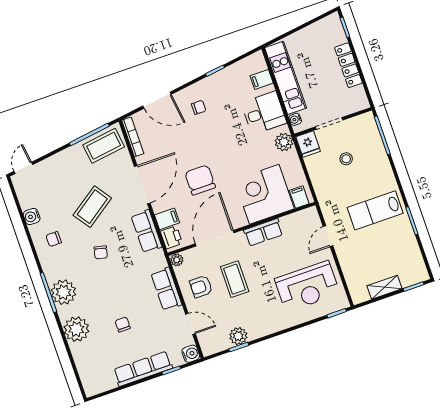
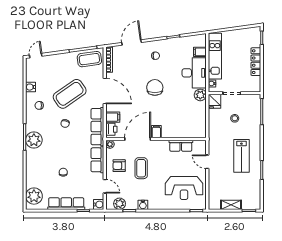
door: (157, 100) -> (132, 43), swing flipped
desk: (264, 113) -> (194, 73), width x1.37
chair: (200, 180) -> (155, 87), moved
door: (142, 185) -> (105, 91), hinge flipped
corner desk: (264, 194) -> (177, 123), removed
filing cabinet: (299, 197) -> (156, 132), moved
coffee table: (92, 207) -> (70, 94), width x1.36, depth x1.32
lab bench: (375, 210) -> (241, 156), turned -90
row of seats: (146, 231) -> (97, 127), width x1.48
row of seats: (263, 232) -> (181, 146), moved
door: (328, 236) -> (207, 162), hinge flipped
plant: (76, 329) -> (34, 196), moved
water cooler: (256, 332) -> (143, 205), added
plant: (238, 336) -> (120, 204), moved

